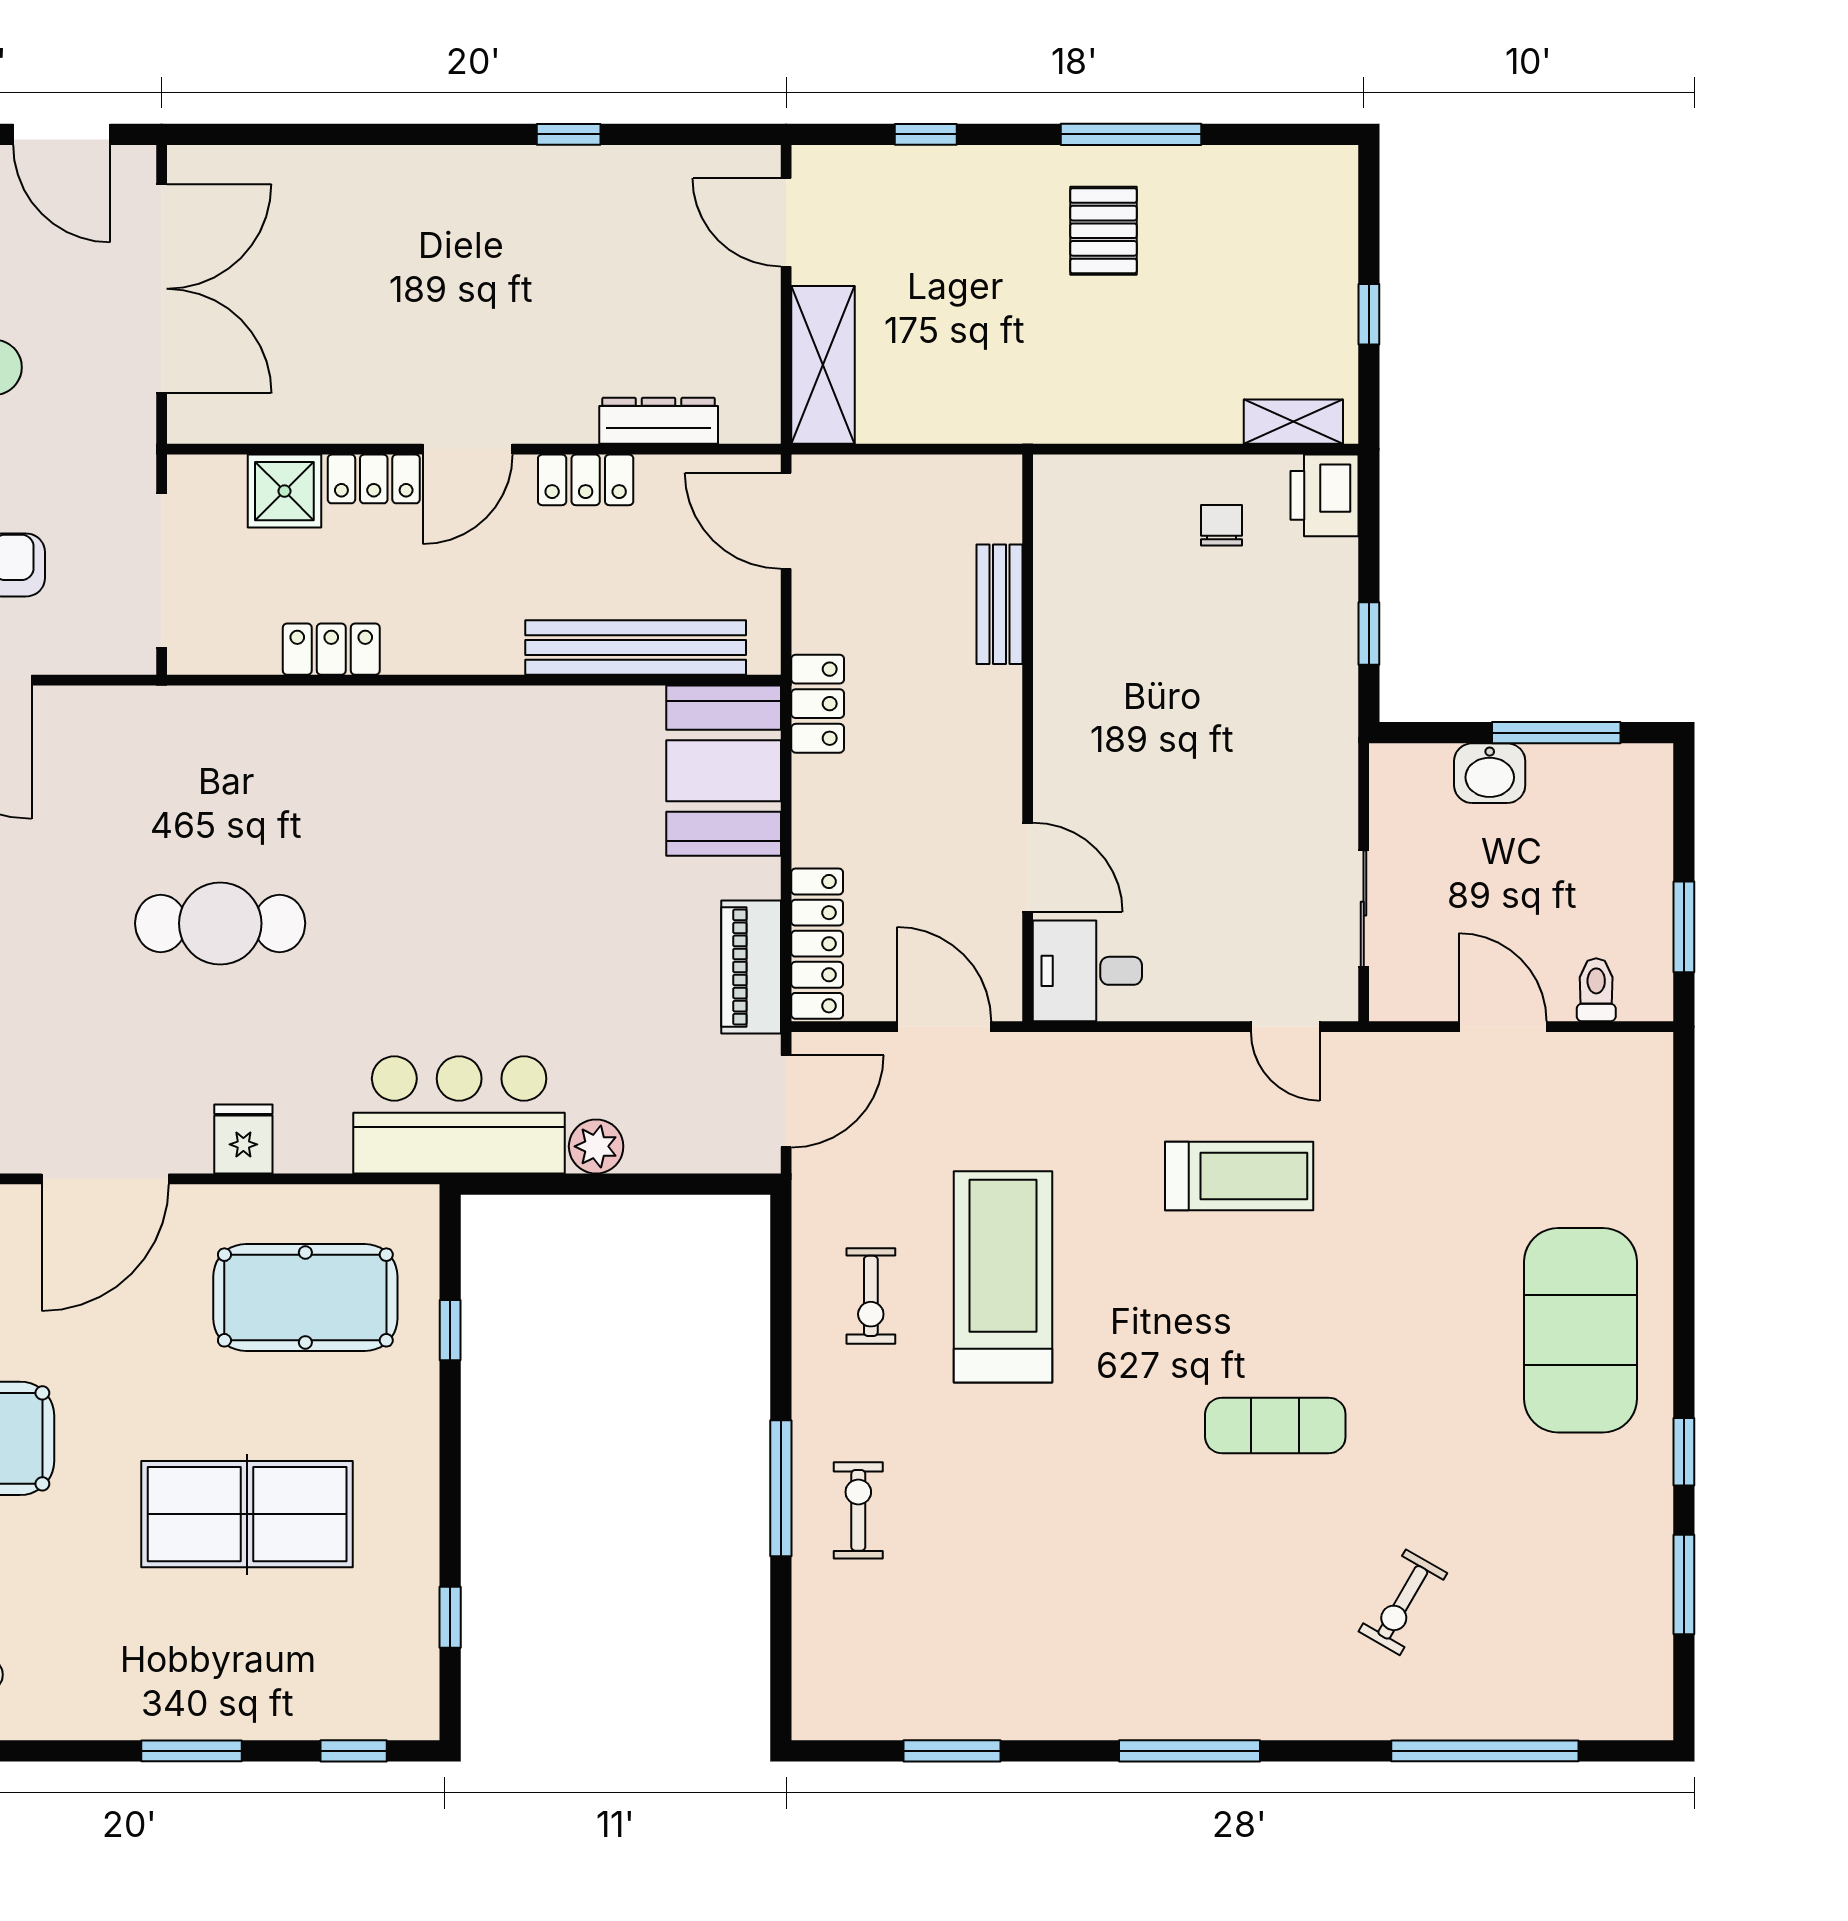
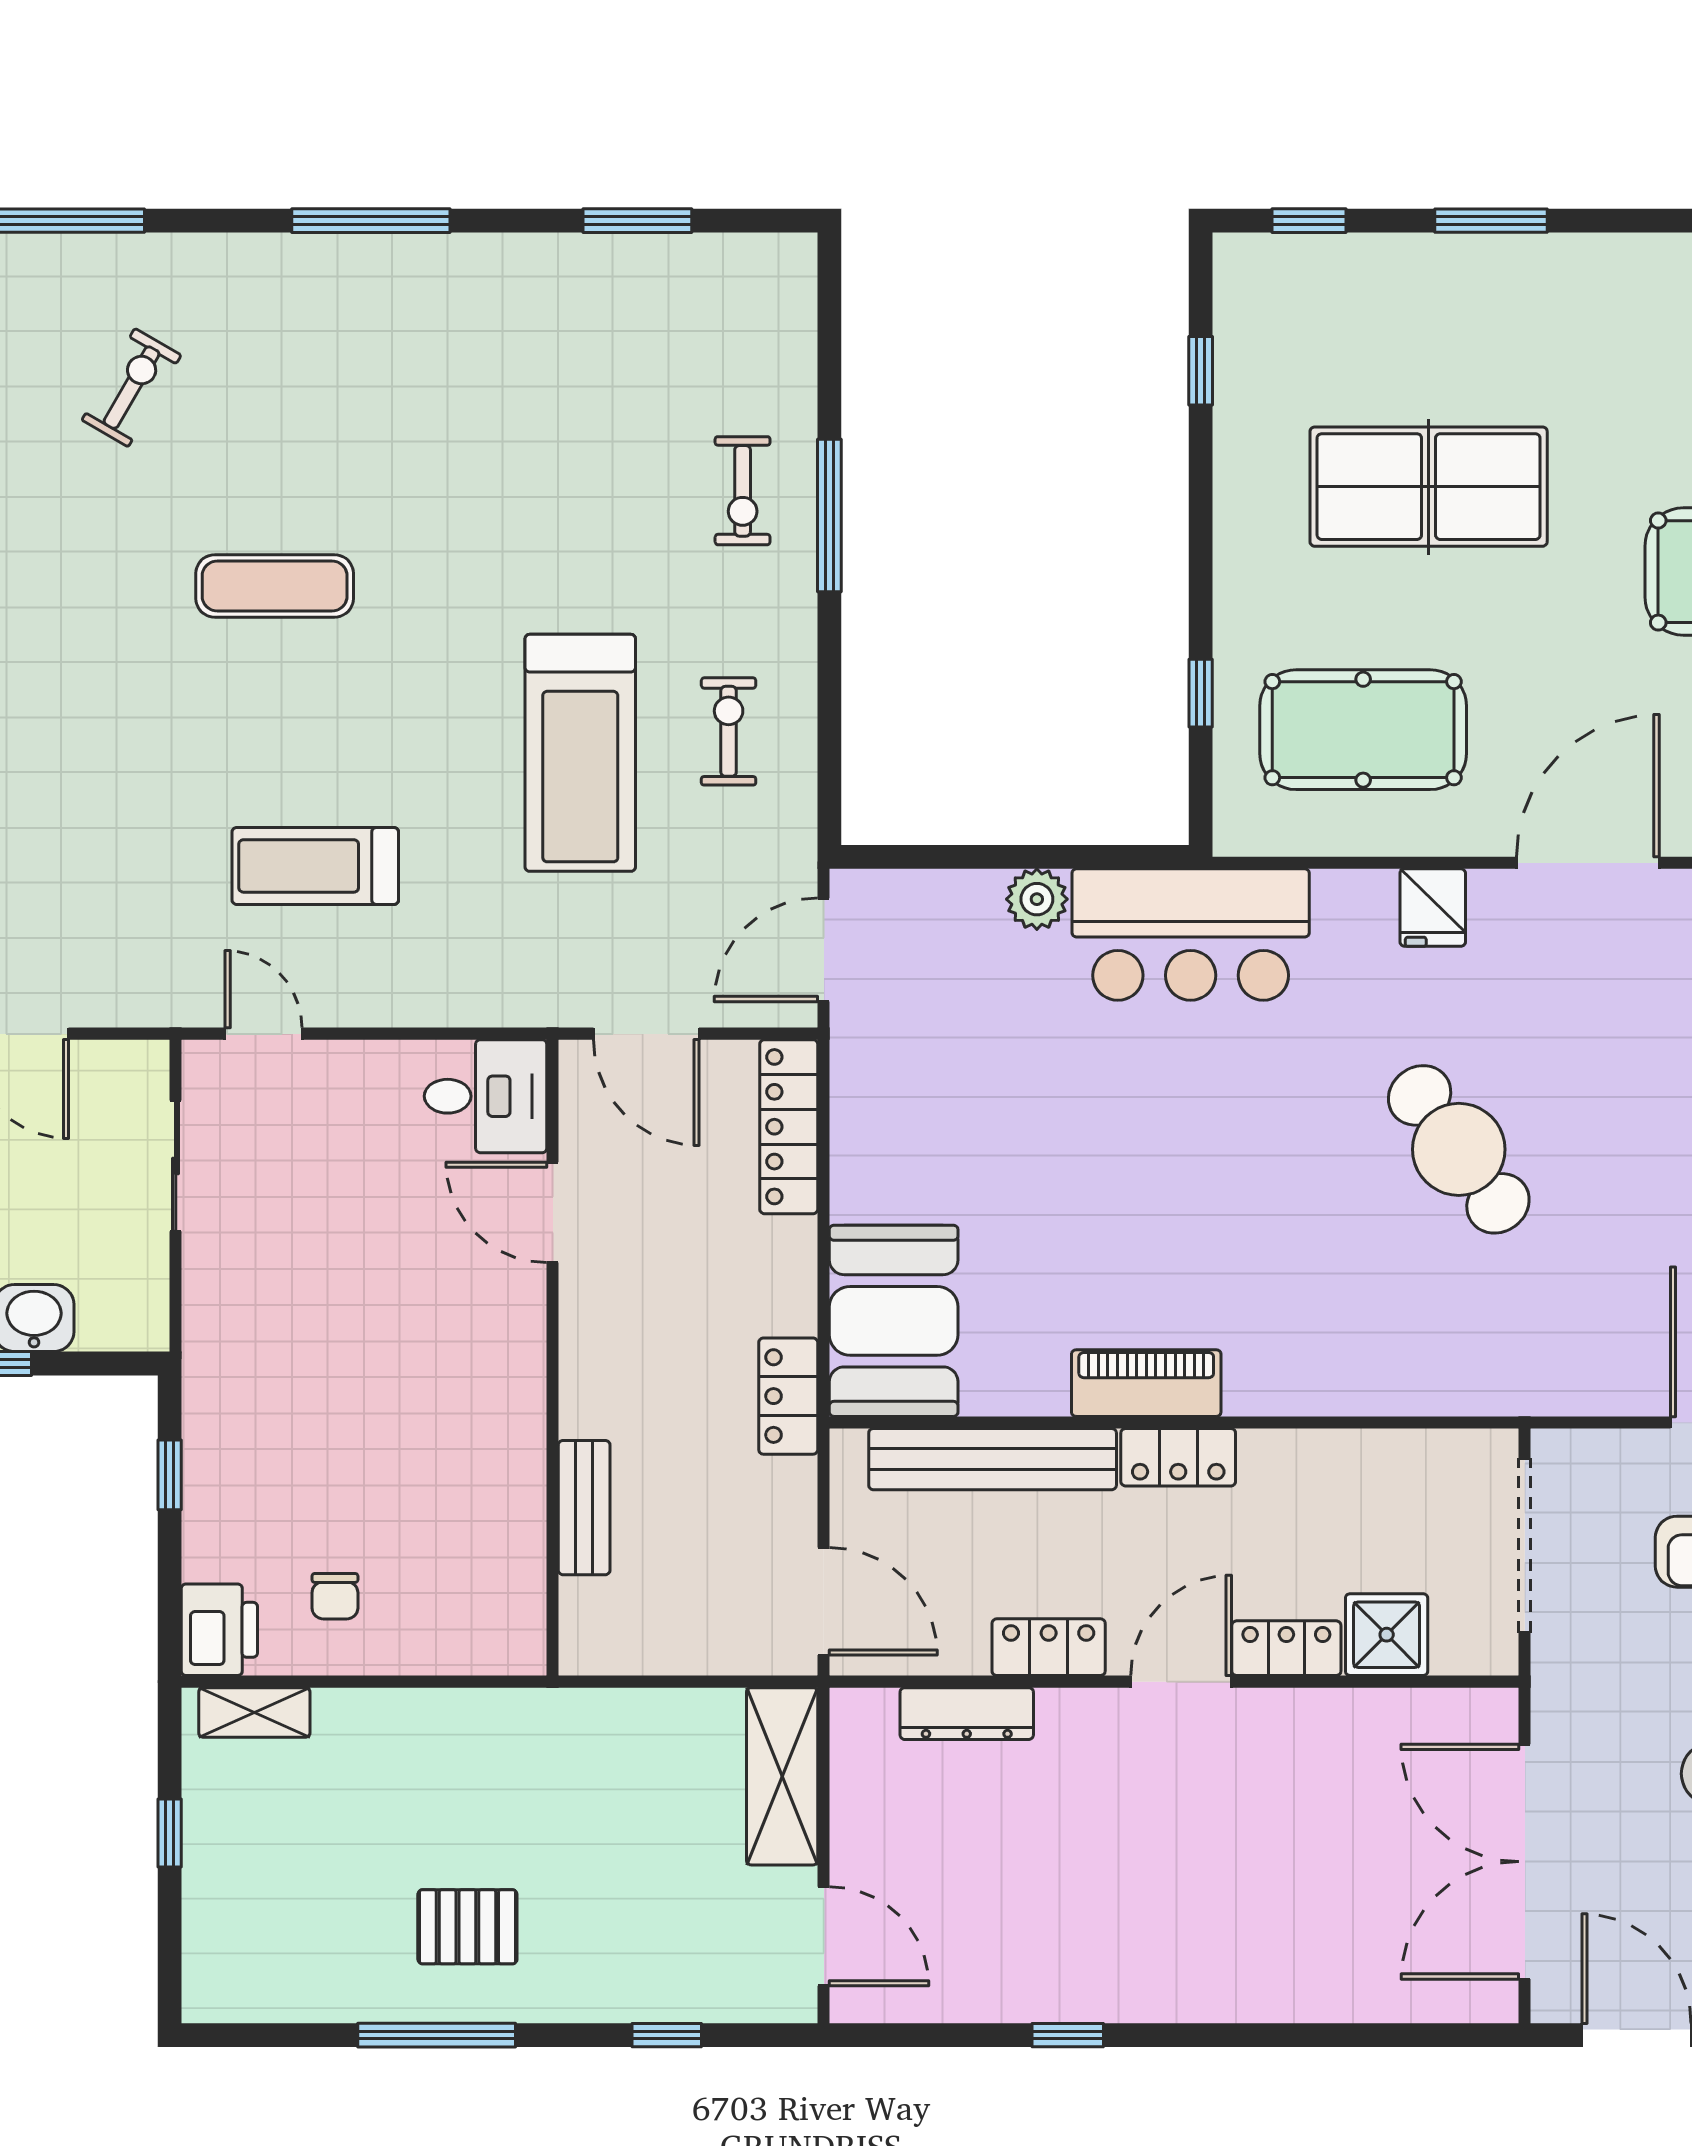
pallet: (1103, 231) -> (467, 1927), turned 90
locker: (331, 649) -> (1178, 1457), moved
cafe table: (220, 923) -> (1459, 1149), turned 54
piano: (751, 967) -> (1146, 1383), moved, turned -90

